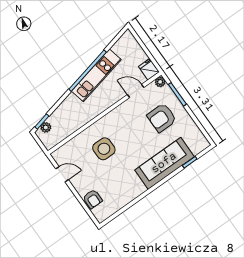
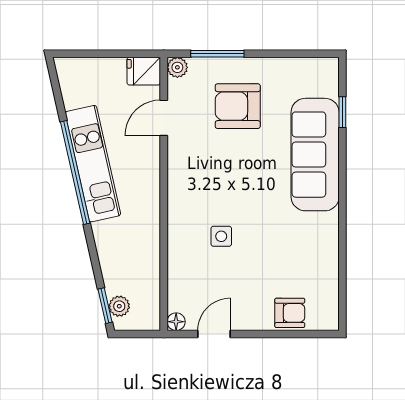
armchair: (162, 118) -> (238, 106), turned 90
side table: (104, 149) -> (221, 236), width x0.54, depth x0.54
floor lamp: (56, 155) -> (176, 322), added

